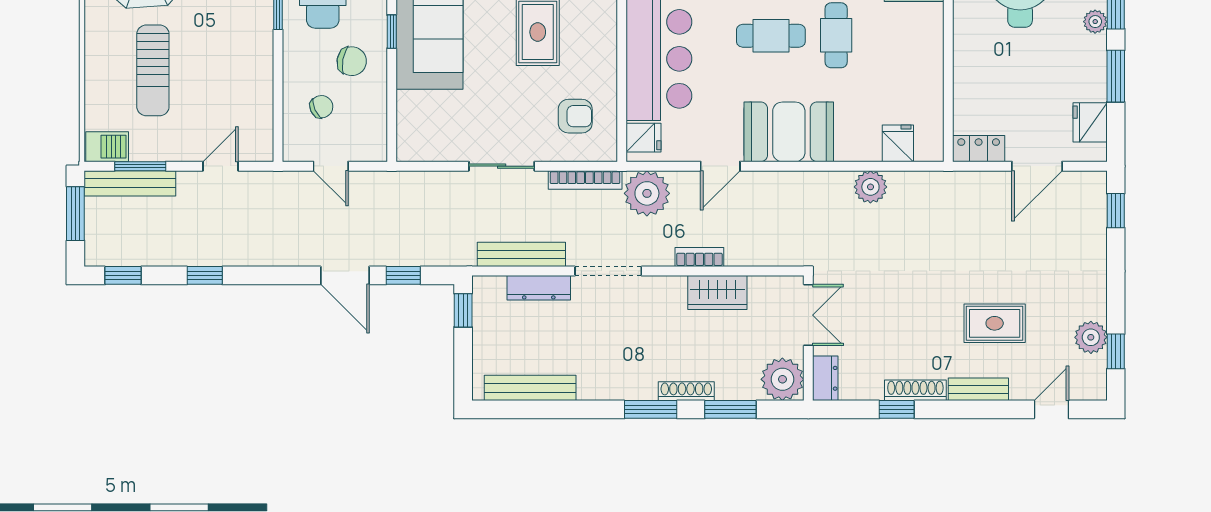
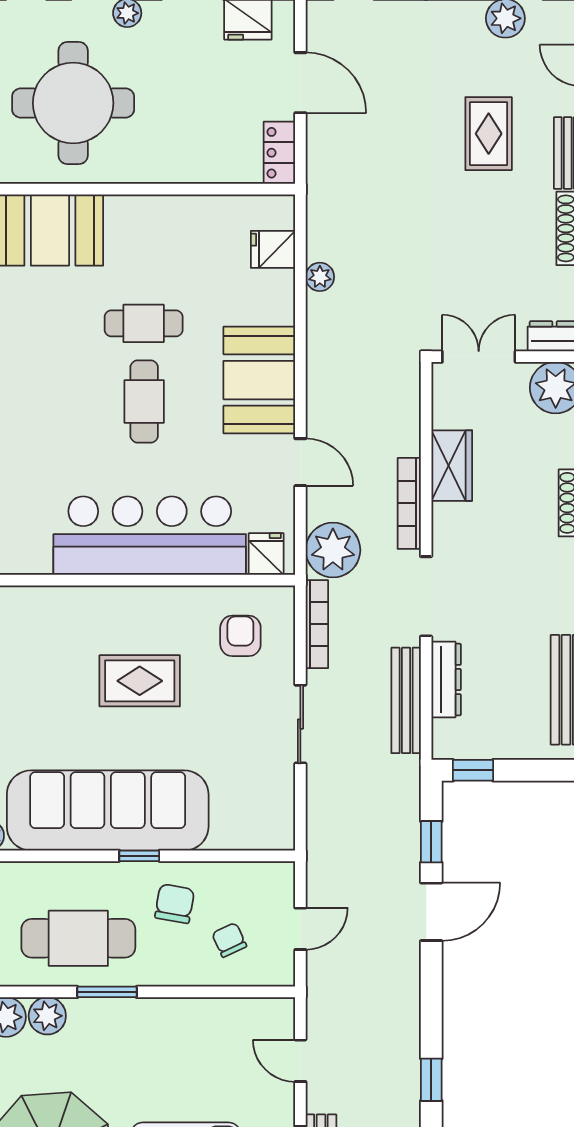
plant: (870, 187) -> (320, 277), width x0.73, depth x0.73
bookcase: (699, 257) -> (409, 503), width x1.56

